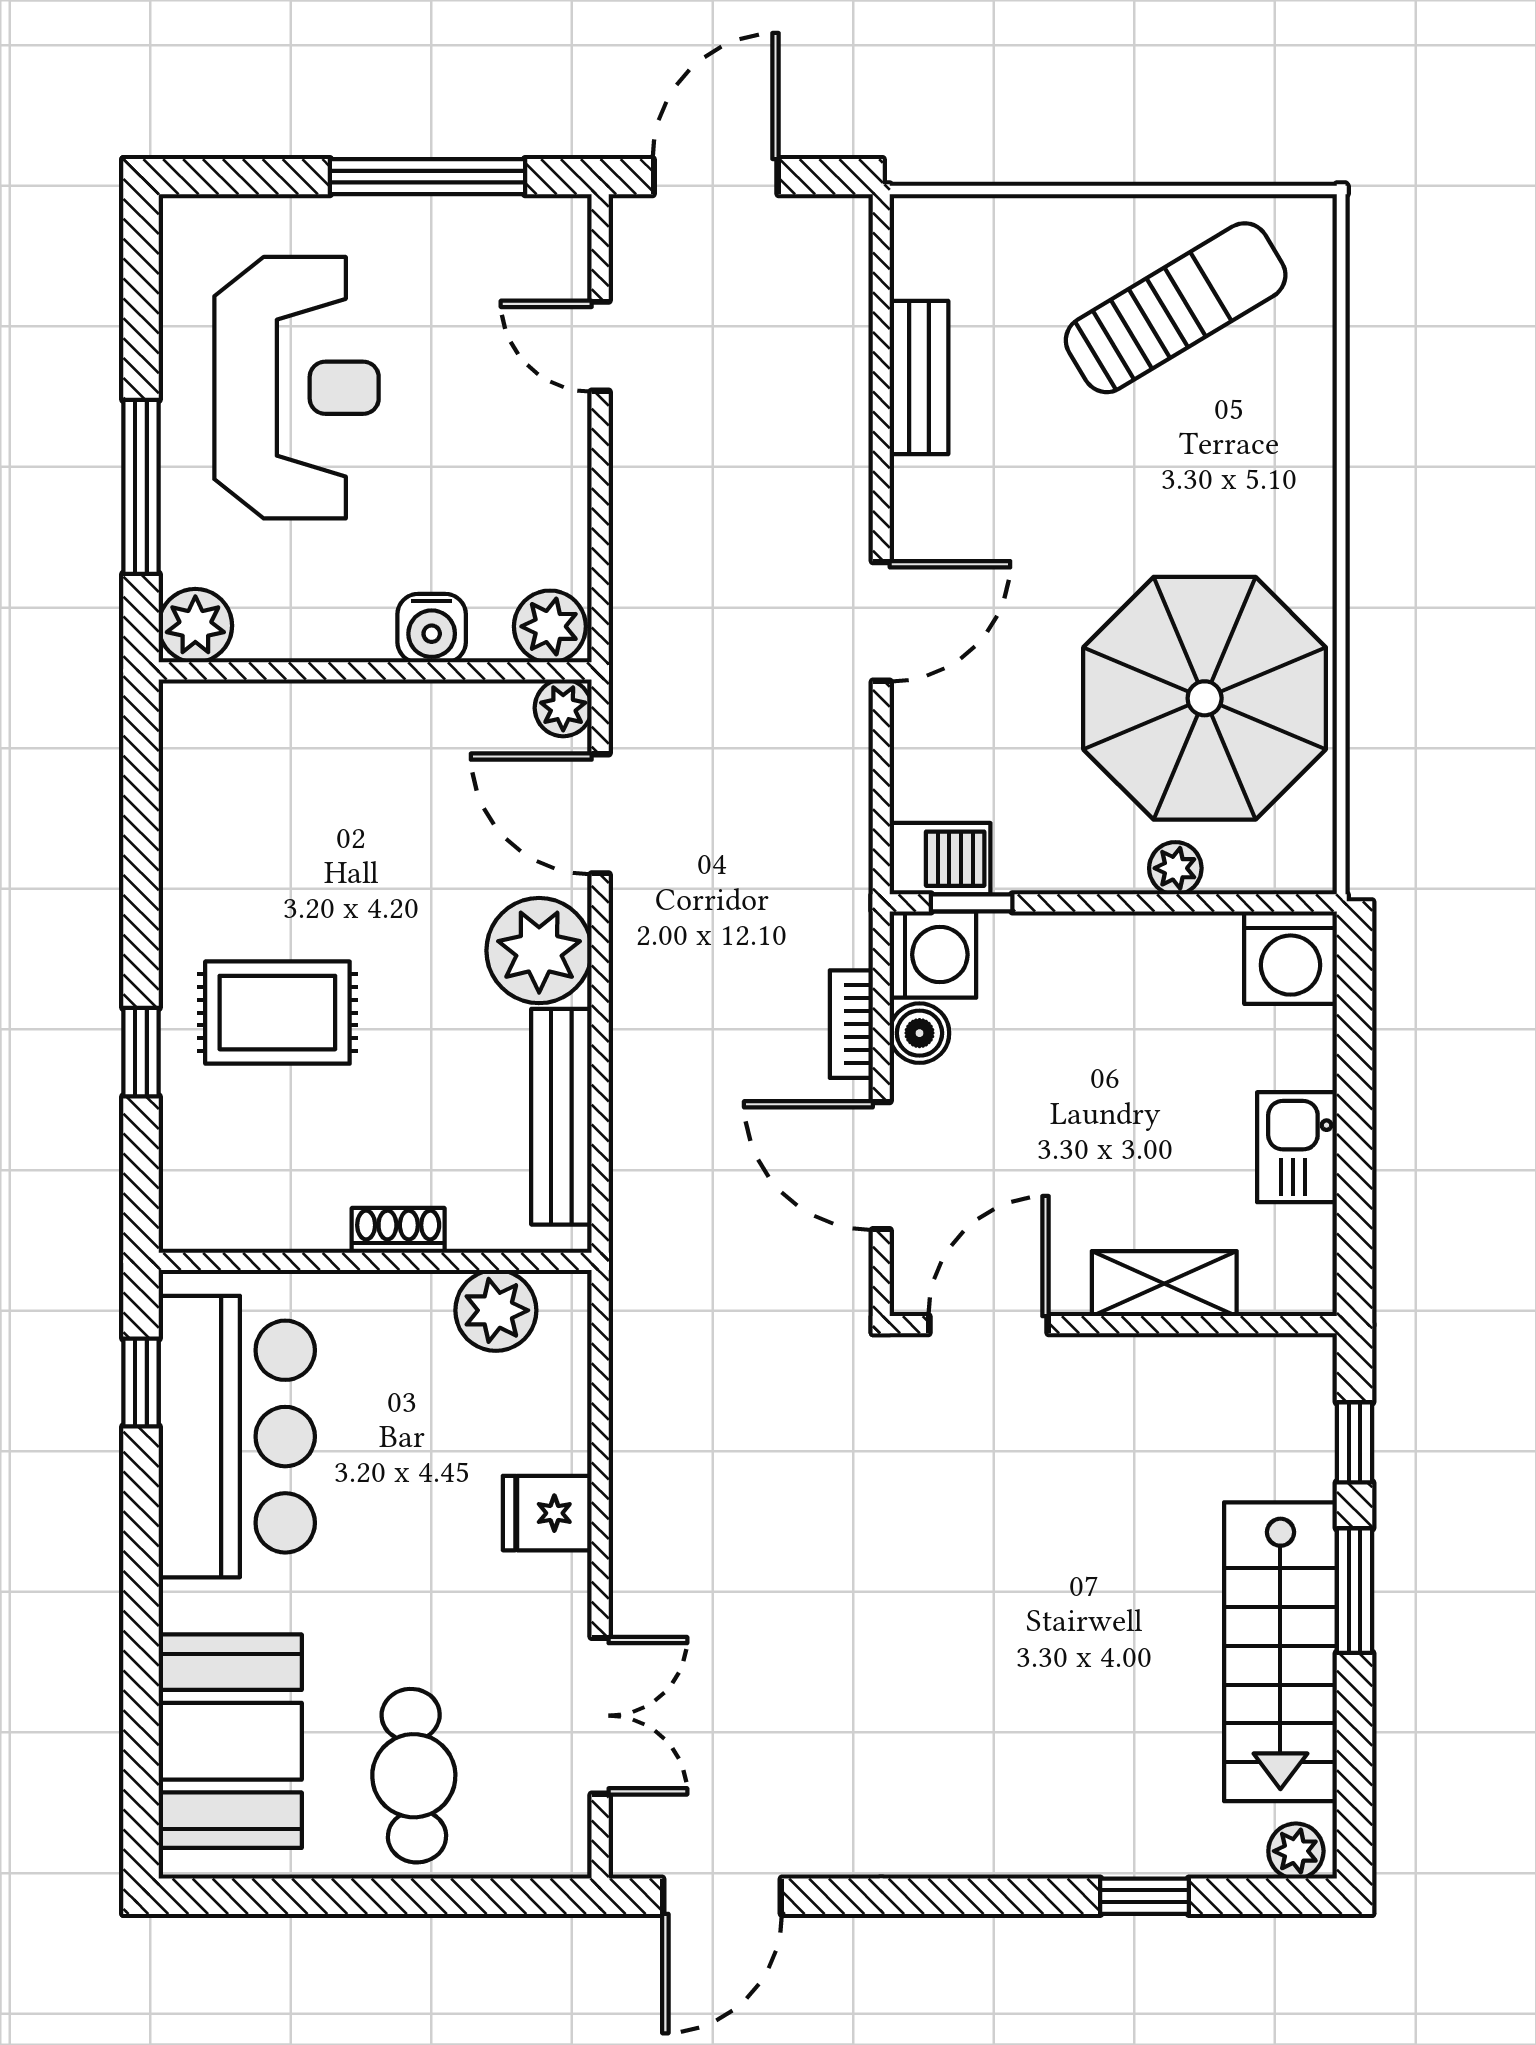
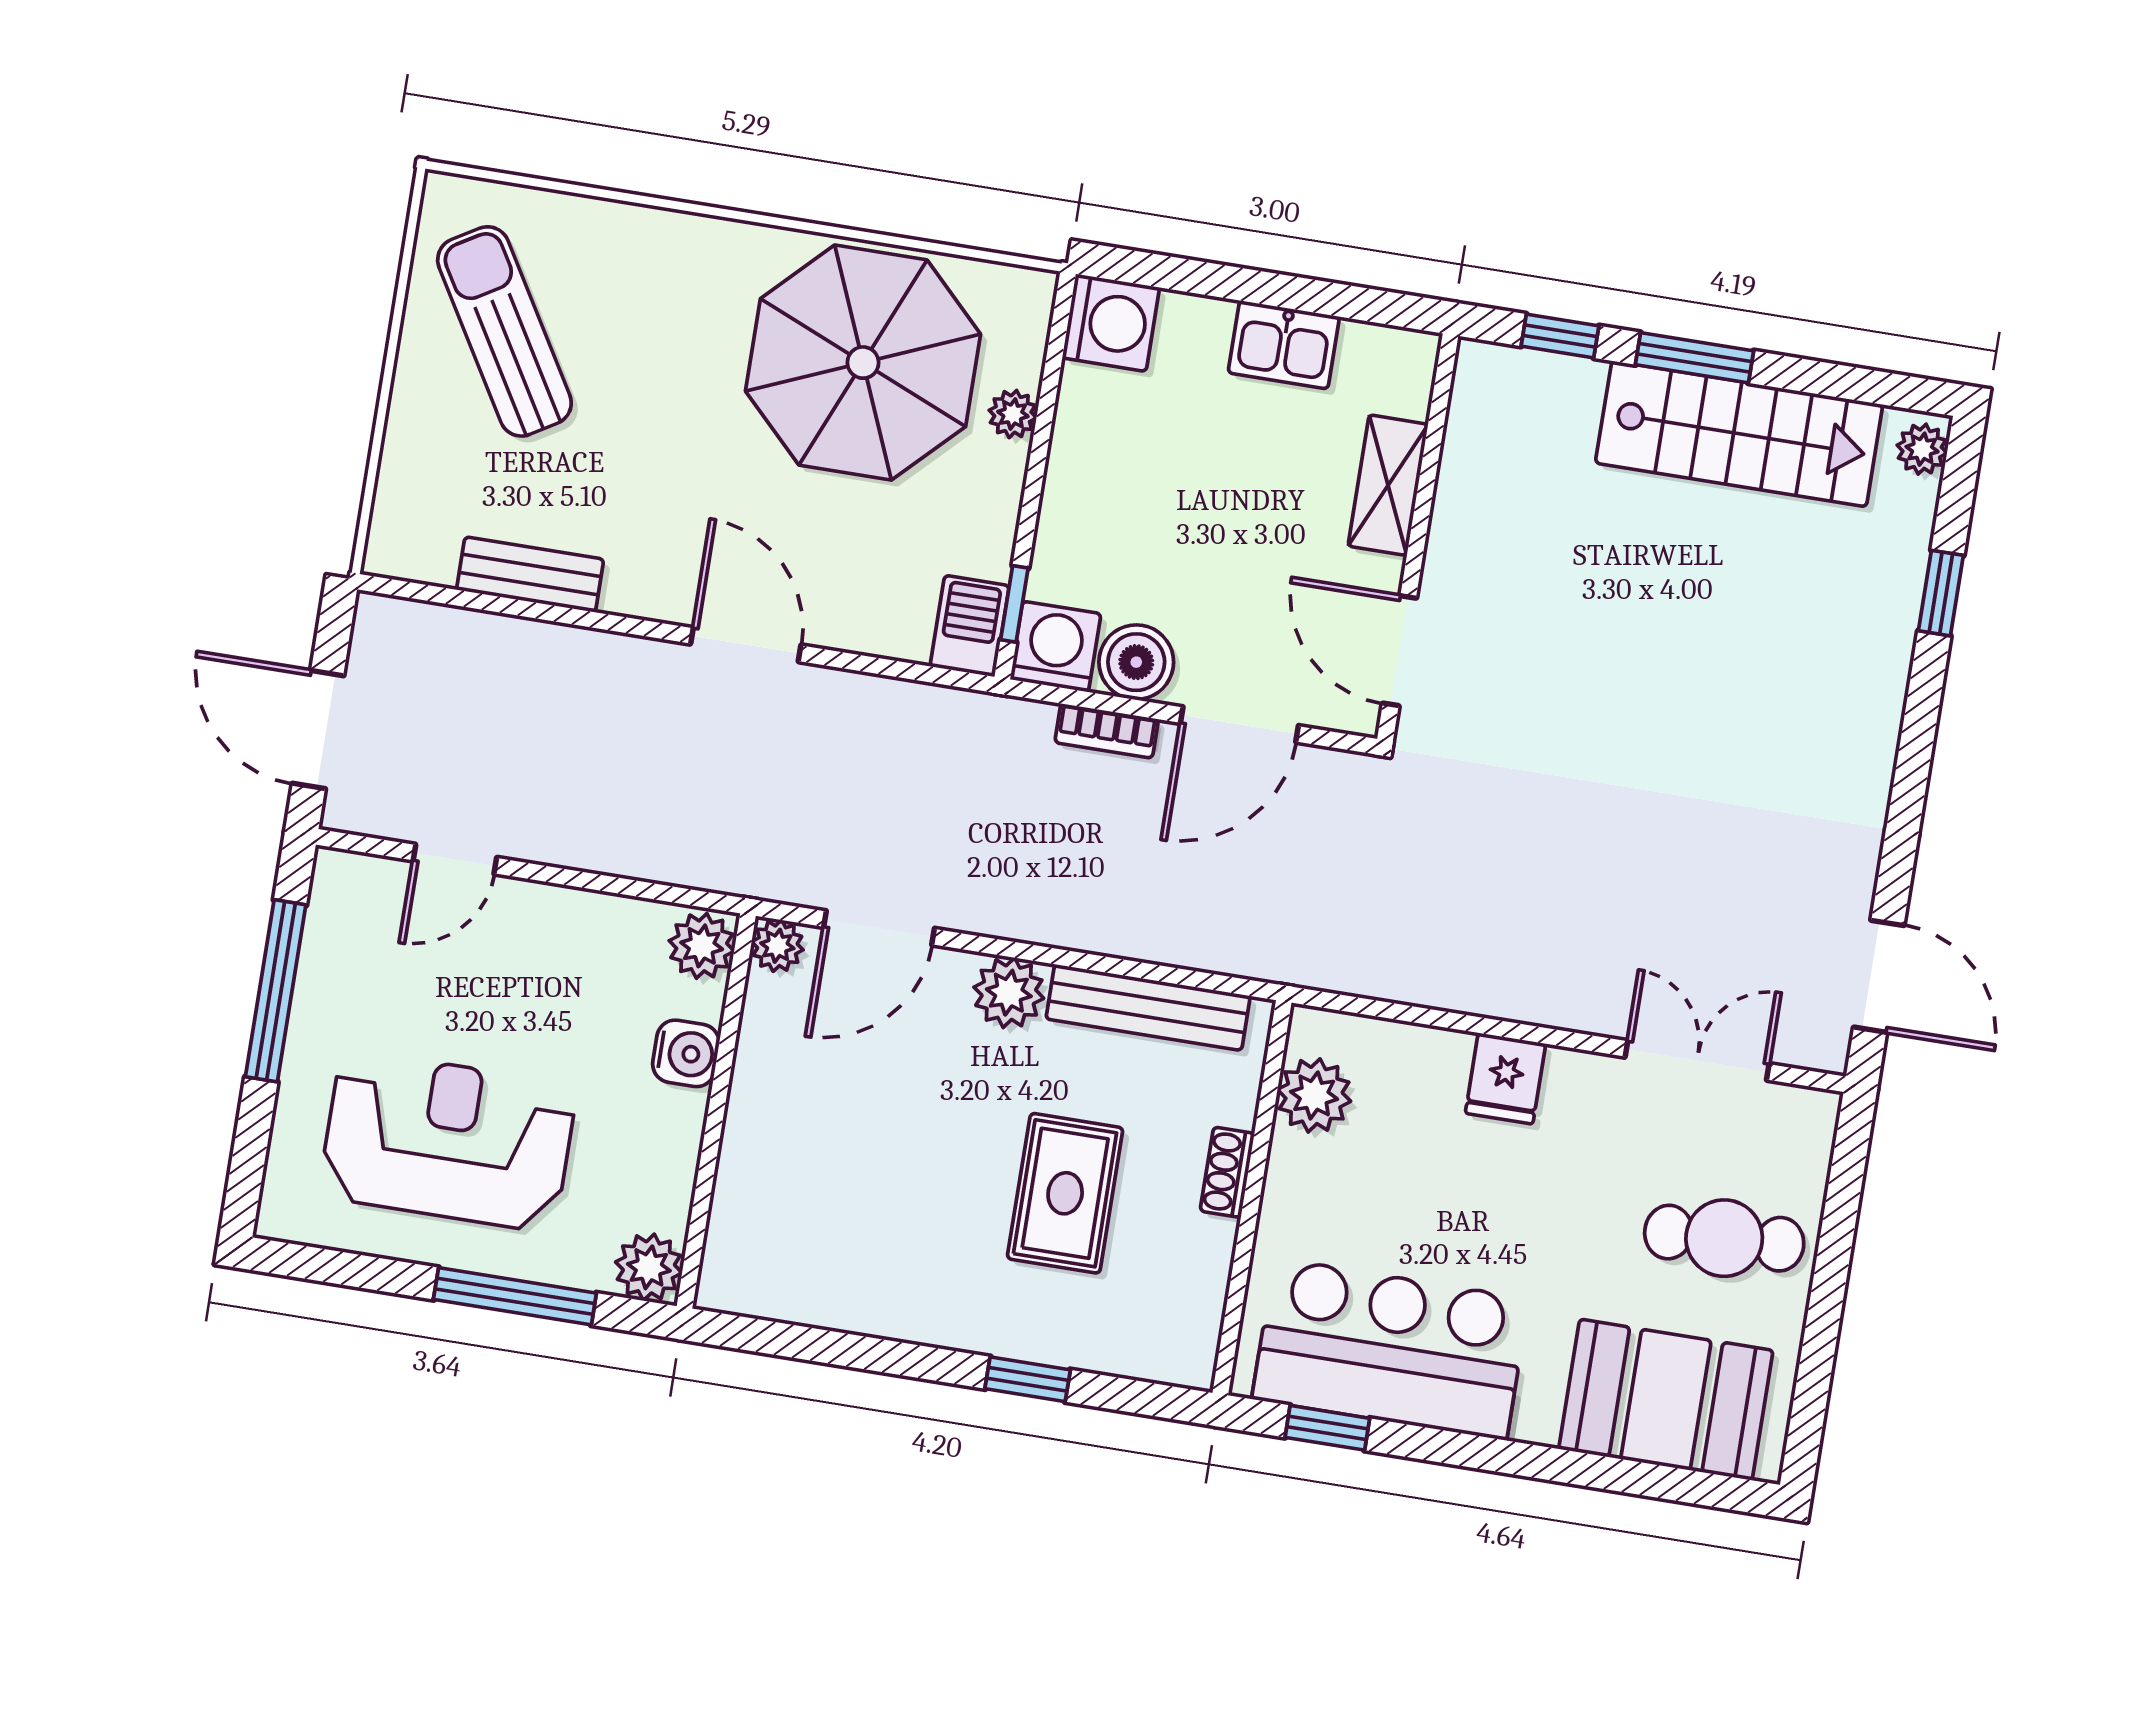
plant: (539, 951) -> (1009, 993), width x0.73, depth x0.73
rug: (277, 1013) -> (1065, 1193), moved
boiler: (919, 1033) -> (1136, 662), width x1.36, depth x1.36

